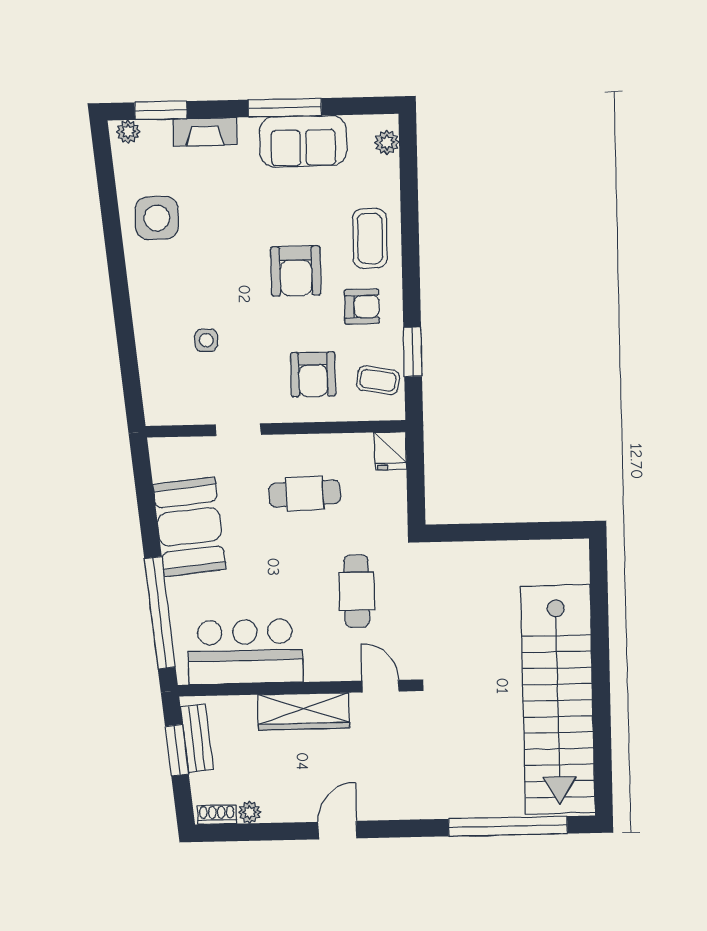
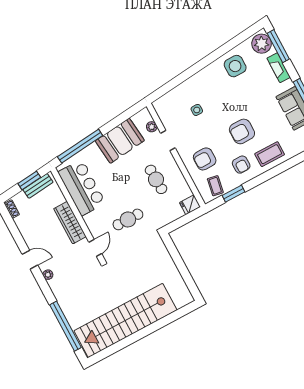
window: (161, 110) -> (278, 46), width x1.44
plant: (128, 132) -> (262, 44), width x1.87, depth x1.87
plant: (194, 448) -> (152, 127), added
plant: (250, 812) -> (48, 275), moved

